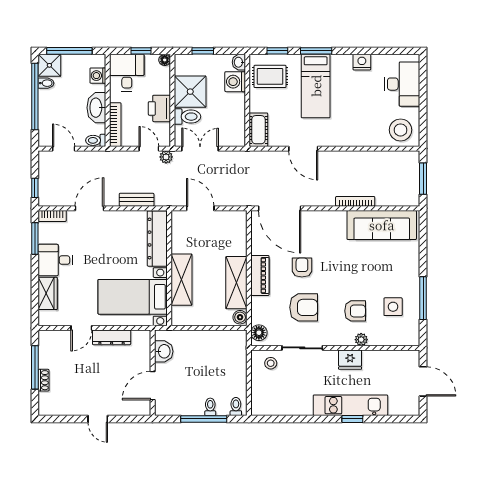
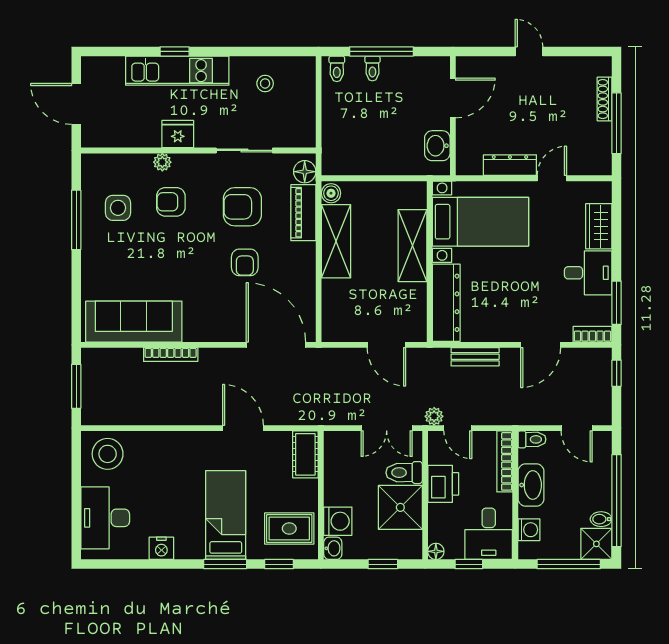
piano: (260, 275) -> (303, 213), moved
stool: (271, 363) -> (265, 83), moved
shoe rack: (44, 380) -> (605, 99), width x1.43

